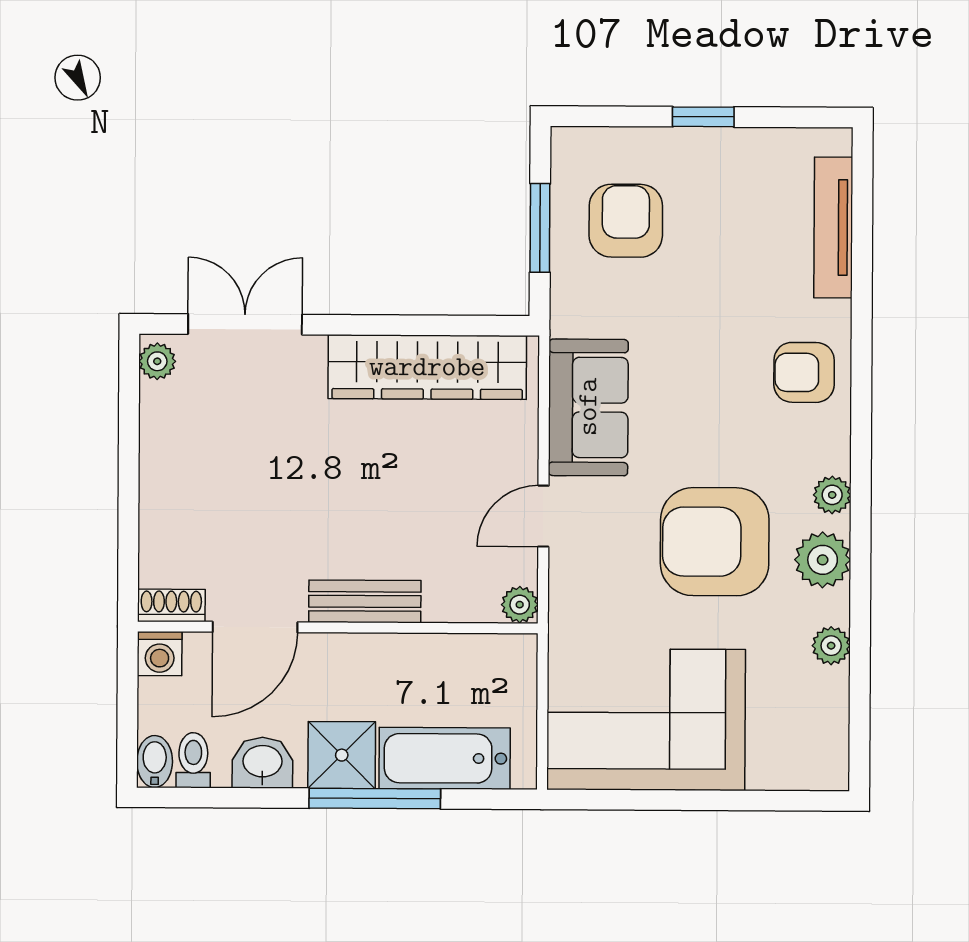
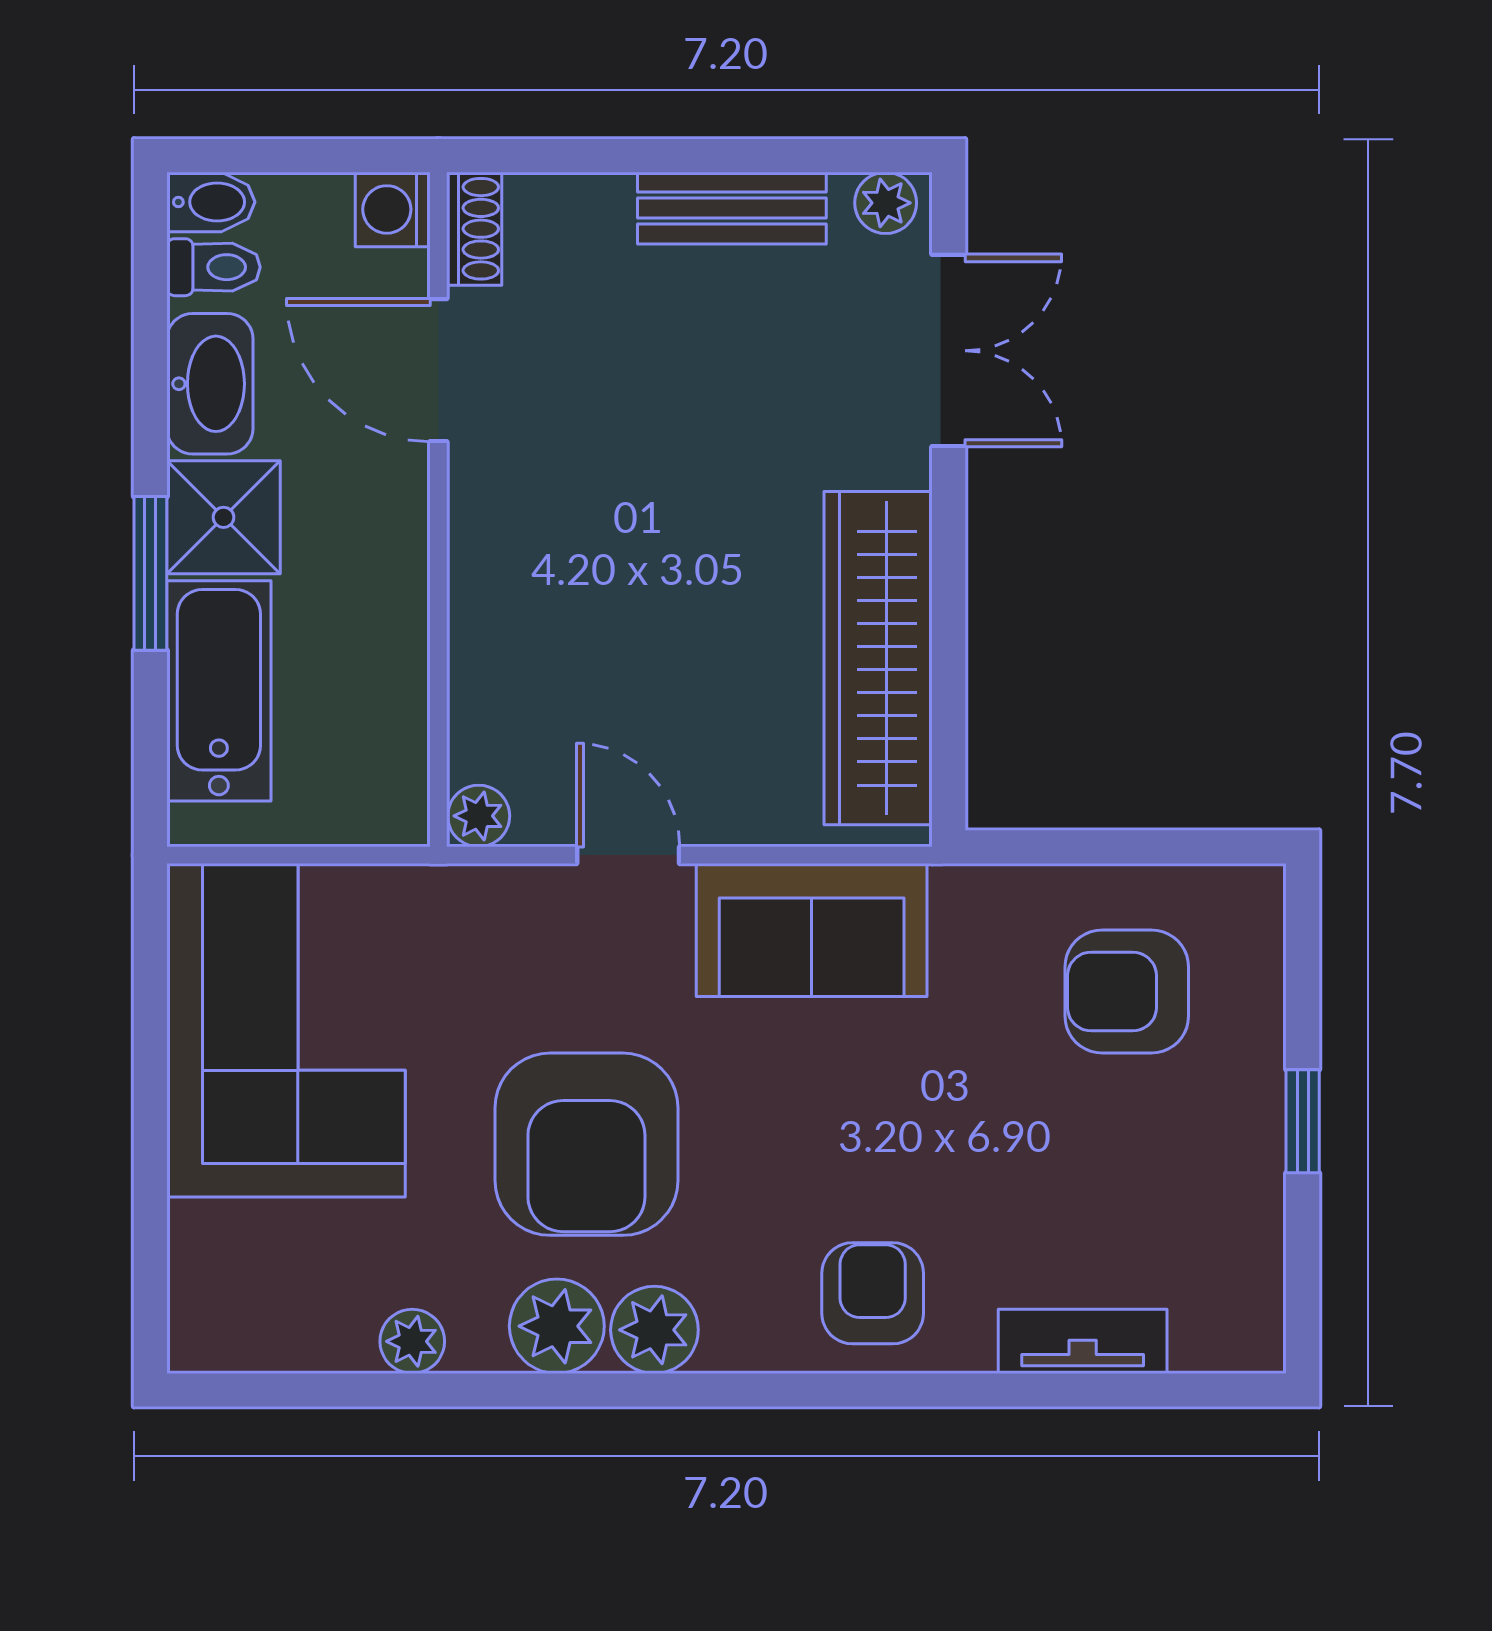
armchair: (626, 221) -> (1127, 992), turned 180
window: (540, 228) -> (1114, 847), removed
tv unit: (833, 228) -> (1083, 1341), width x0.71
plant: (832, 495) -> (654, 1330), width x1.38, depth x1.38
armchair: (715, 542) -> (586, 1144), turned 180
bench: (365, 601) -> (732, 208), moved, turned 90
washbasin: (262, 763) -> (210, 384), width x1.38
window: (375, 799) -> (150, 573), width x0.69

